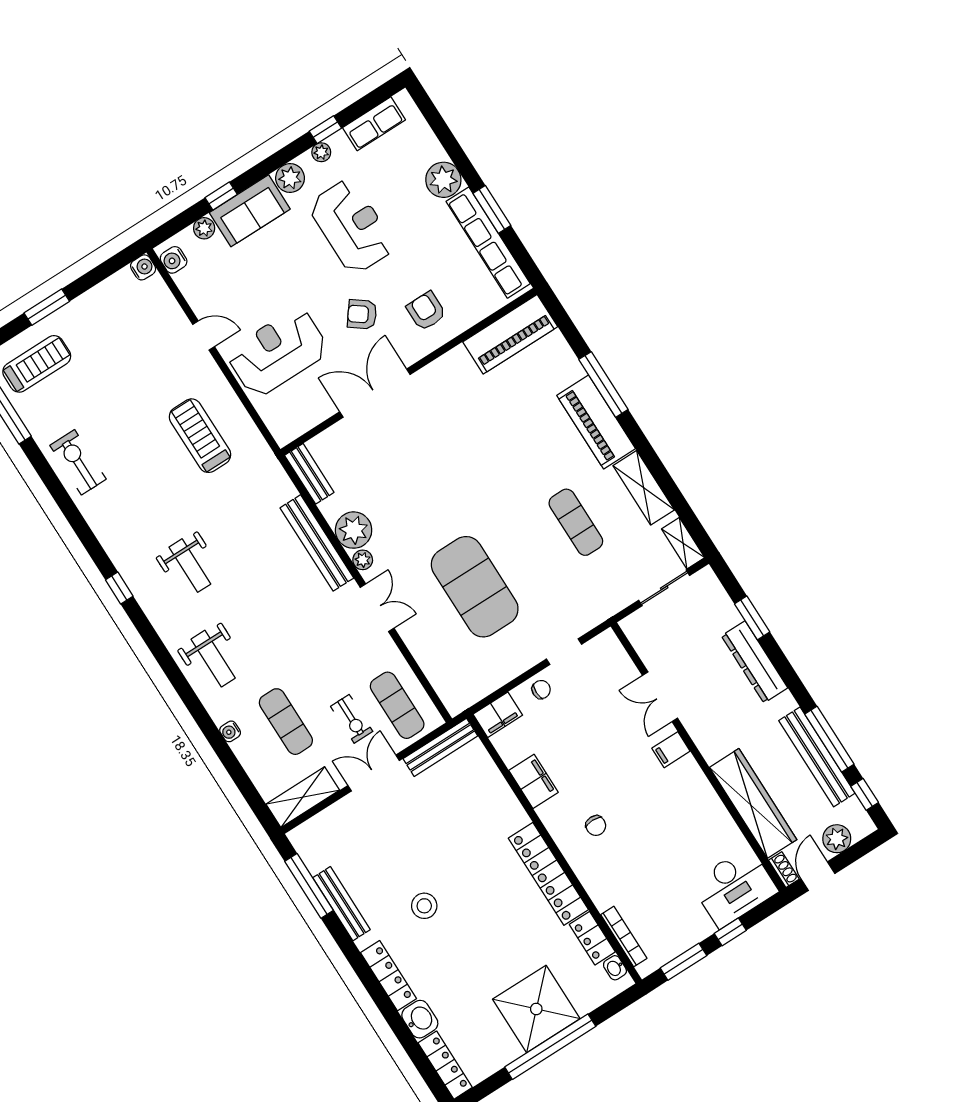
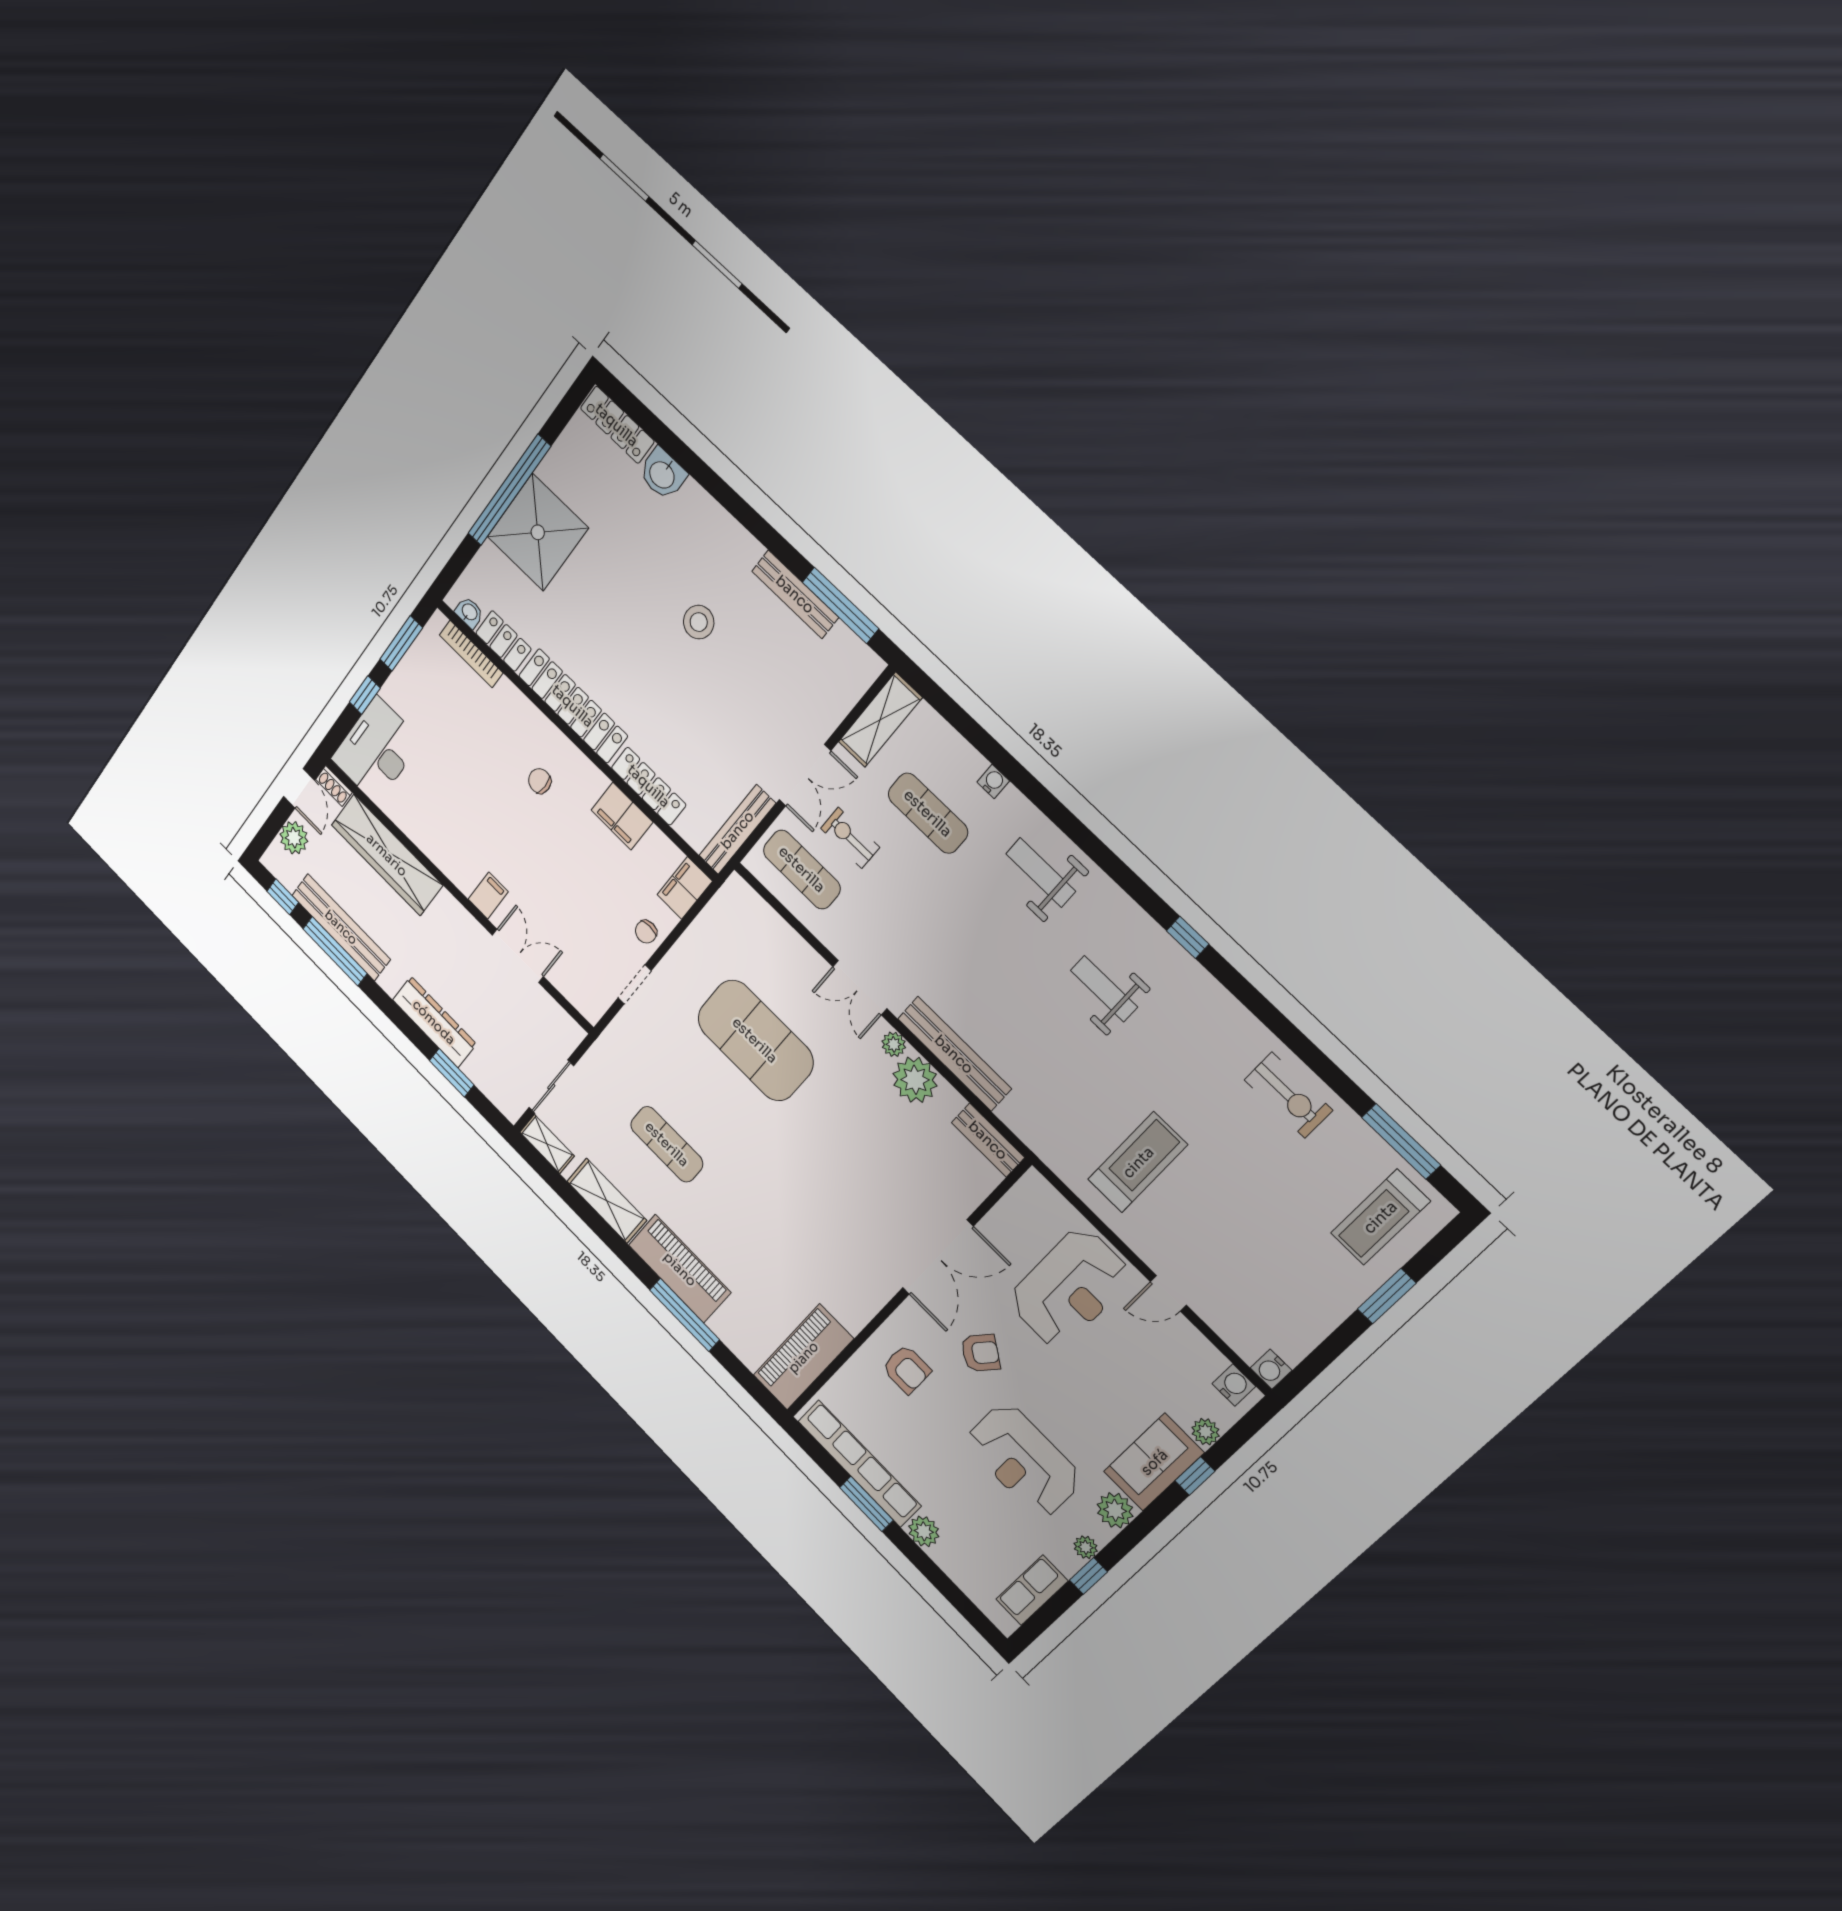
plant: (443, 180) -> (924, 1531), width x0.73, depth x0.73
treadmill: (200, 436) -> (1138, 1162), turned -90
locker: (389, 976) -> (649, 786), moved, turned 180

